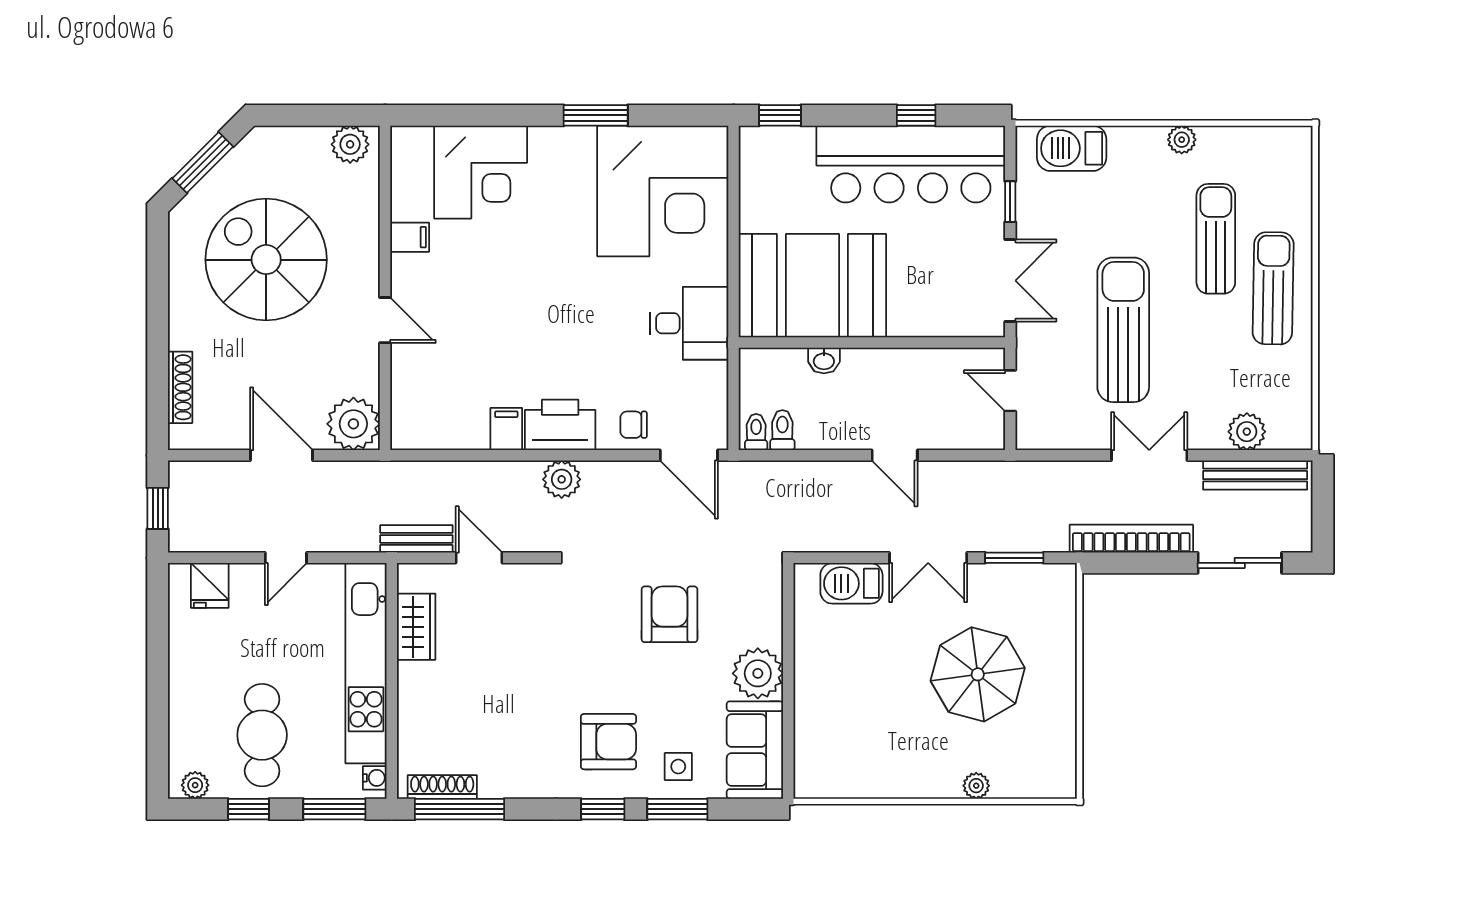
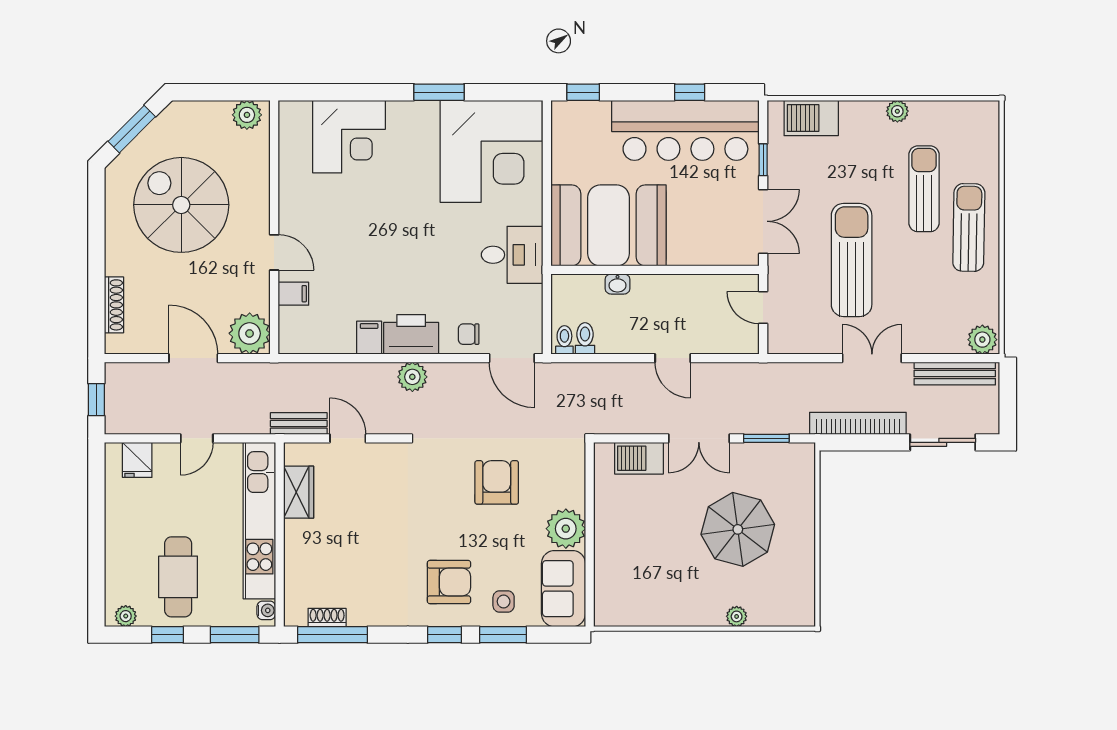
filing cabinet: (410, 237) -> (293, 294), moved
plant: (1247, 432) -> (982, 340), moved
shoe rack: (442, 787) -> (327, 617), width x0.70

